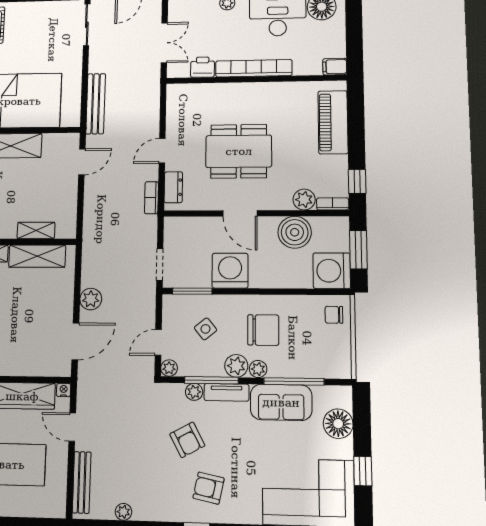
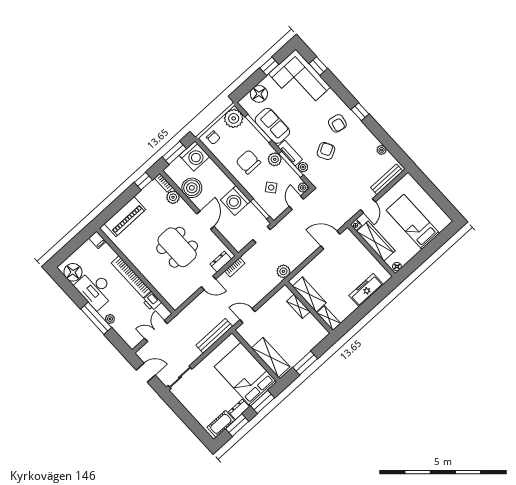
plant: (91, 299) -> (283, 271), moved
door: (158, 342) -> (296, 203), swing flipped
plant: (258, 369) -> (234, 118), moved, width x1.88, depth x1.88

